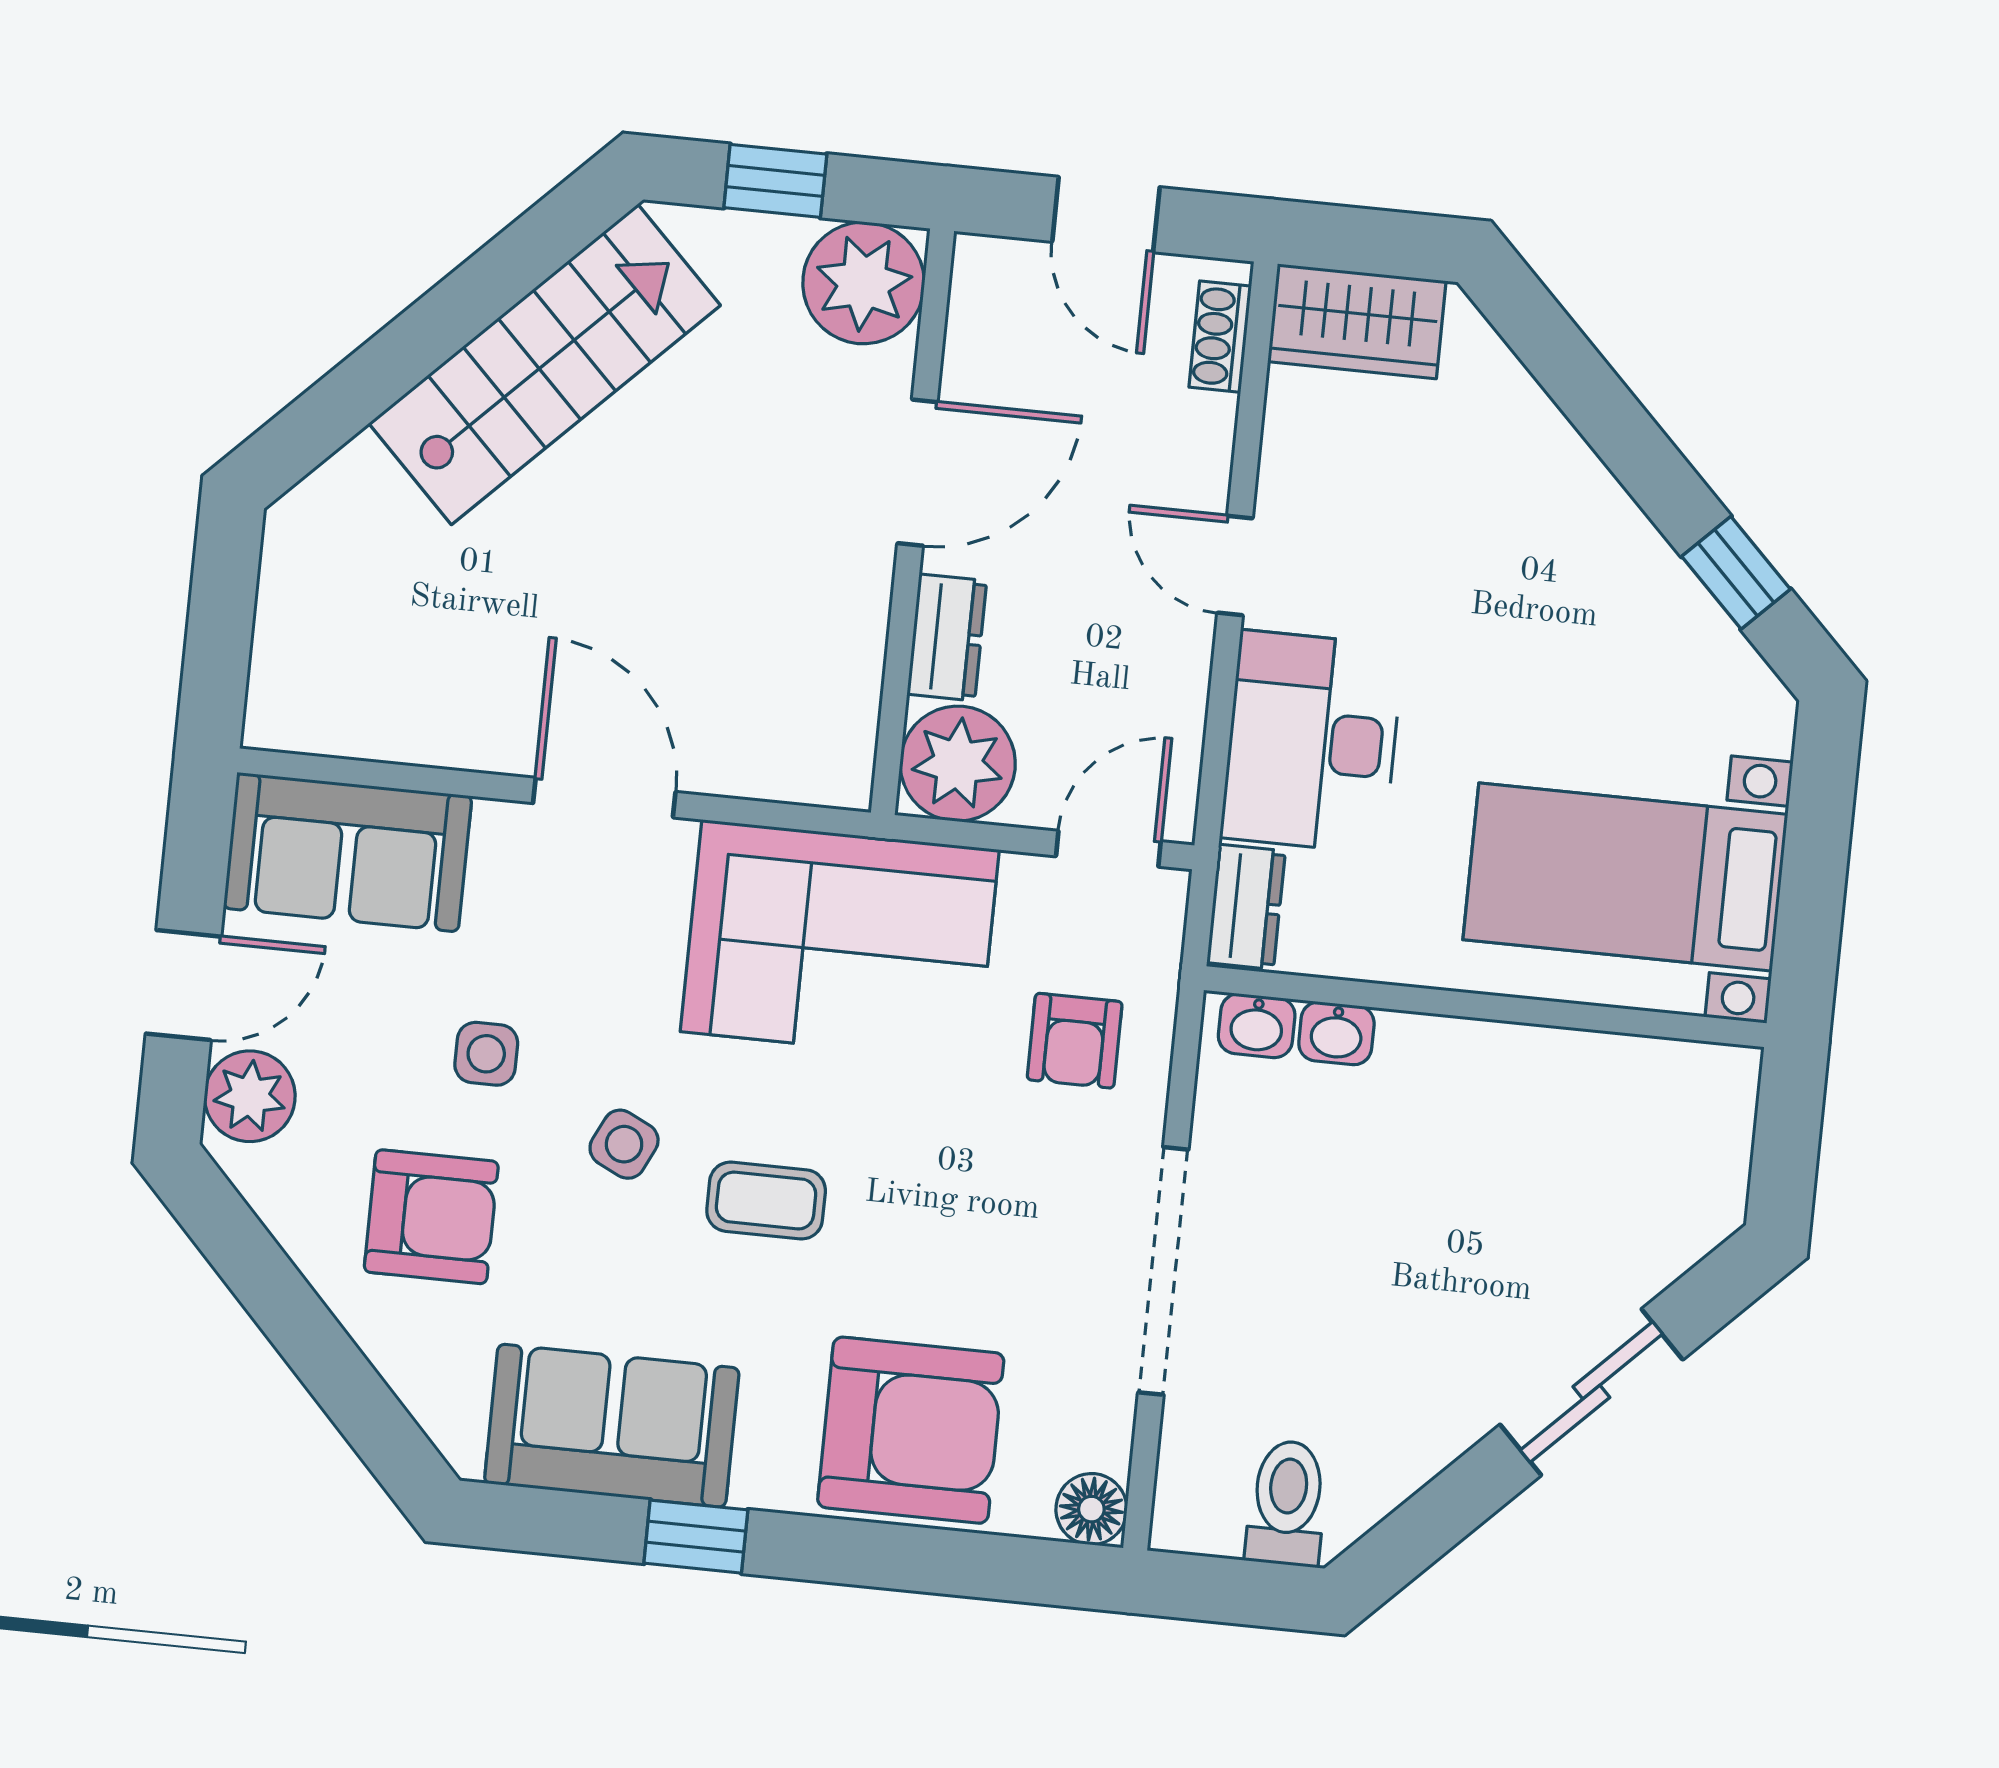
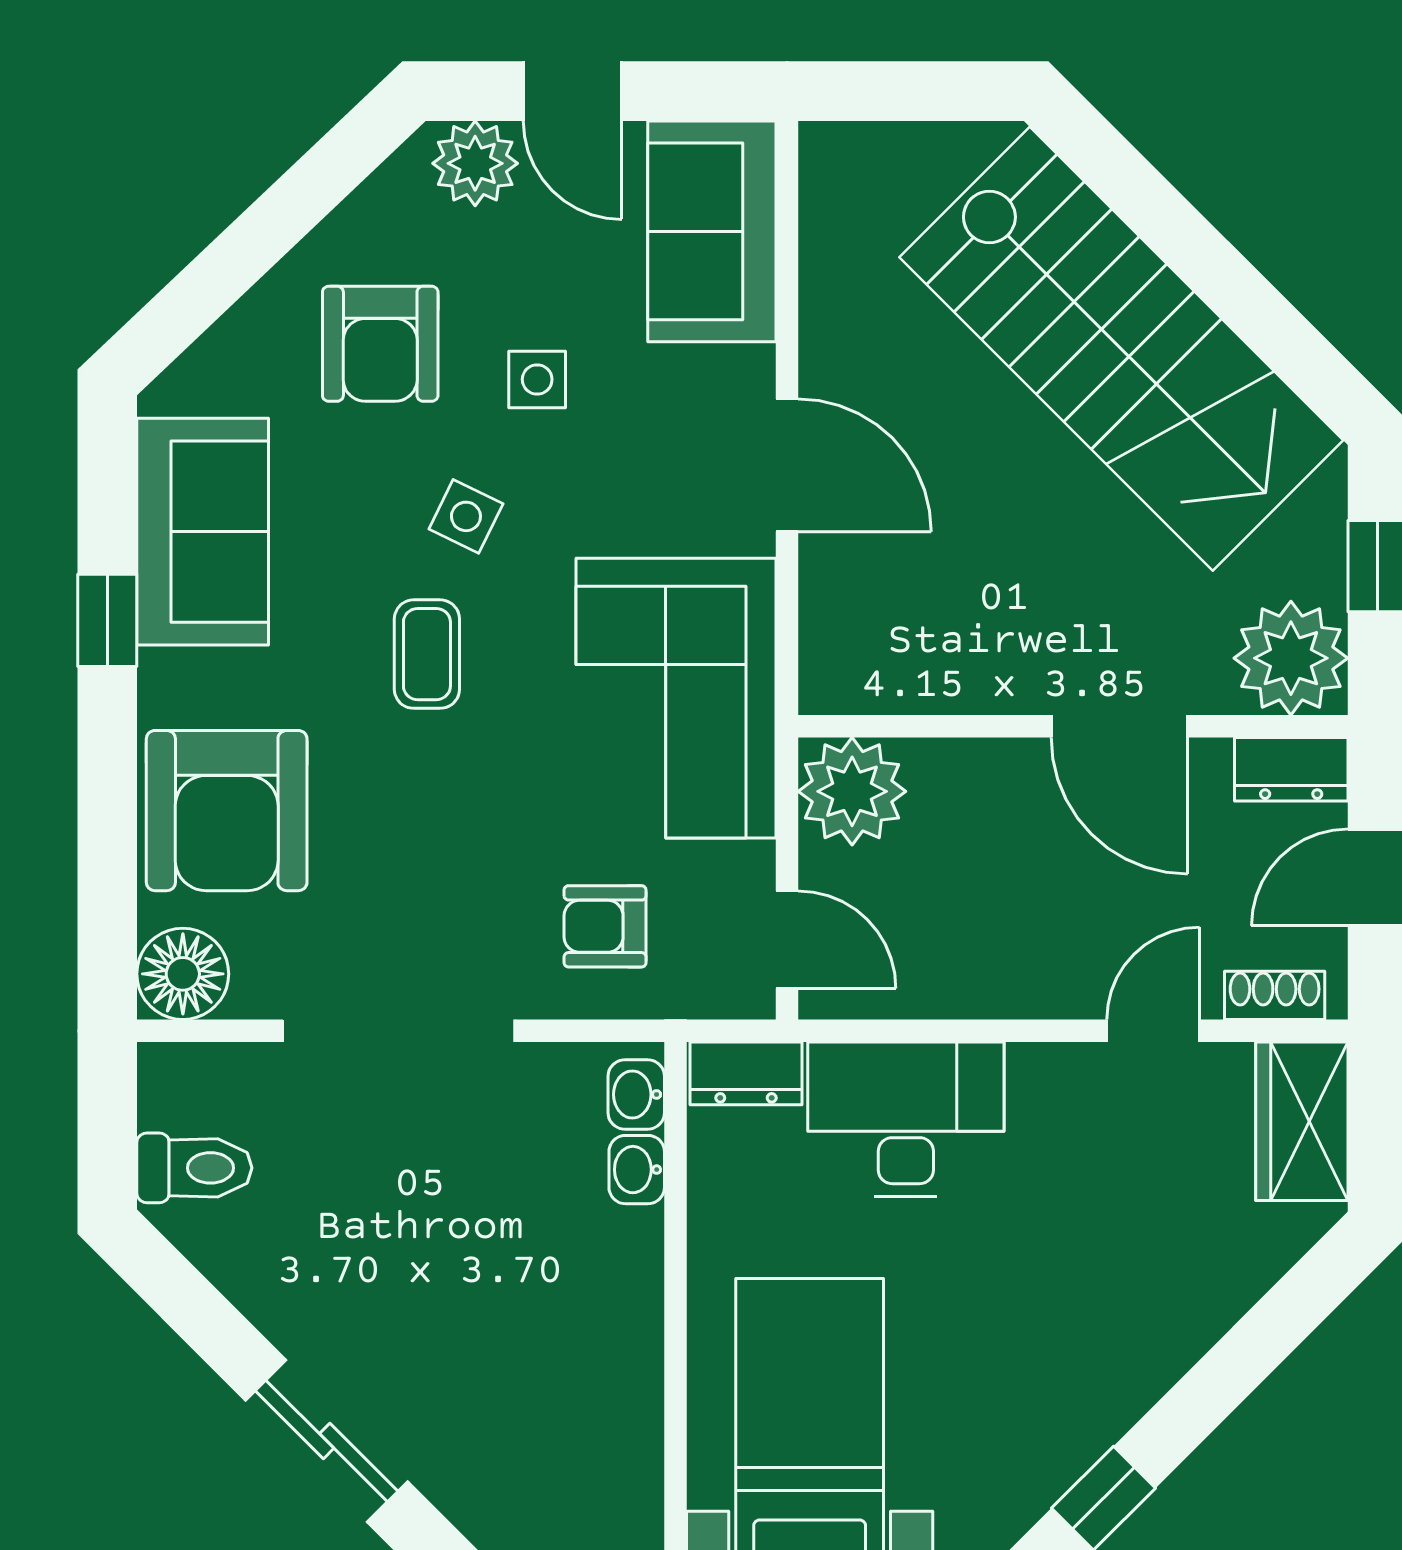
stairs: (545, 364) -> (1121, 349), width x1.36, depth x1.51
door: (1235, 566) -> (1153, 1031), moved
dresser: (947, 637) -> (1291, 769), moved
door: (604, 798) -> (787, 465), hinge flipped
floor lamp: (1091, 1509) -> (183, 974), width x1.38, depth x1.38

